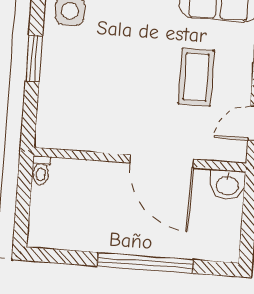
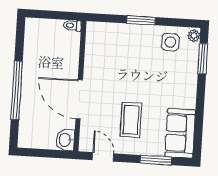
coffee table: (196, 77) -> (131, 120), turned 90
door: (162, 161) -> (79, 99), hinge flipped

